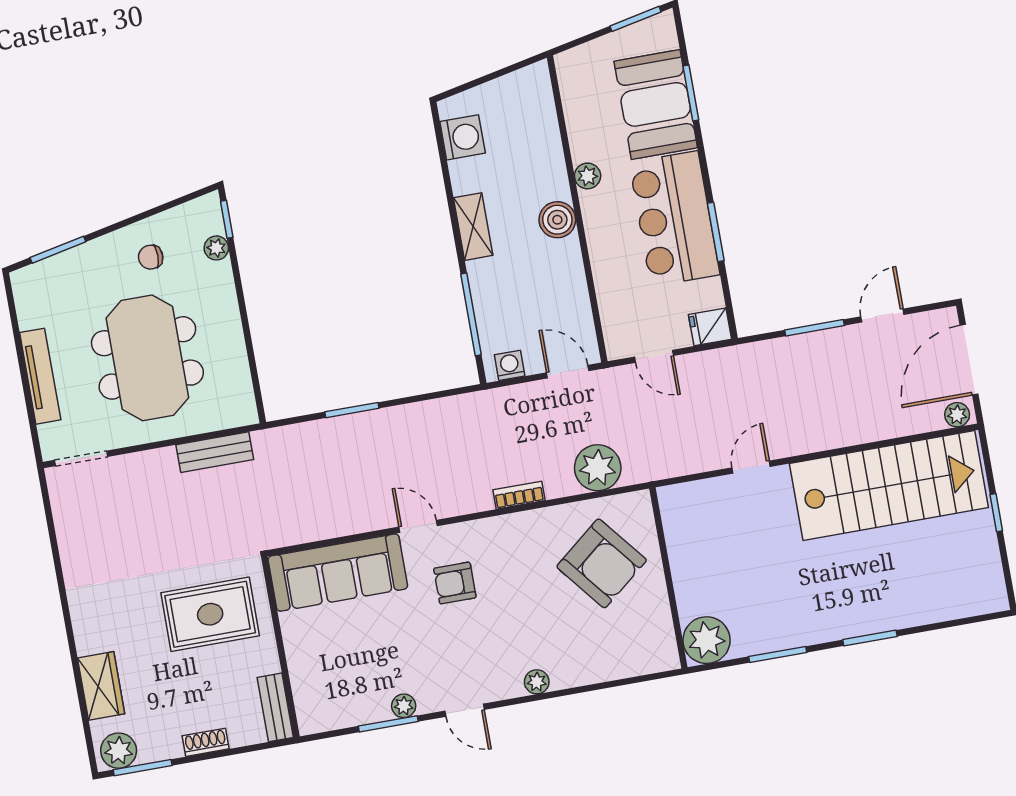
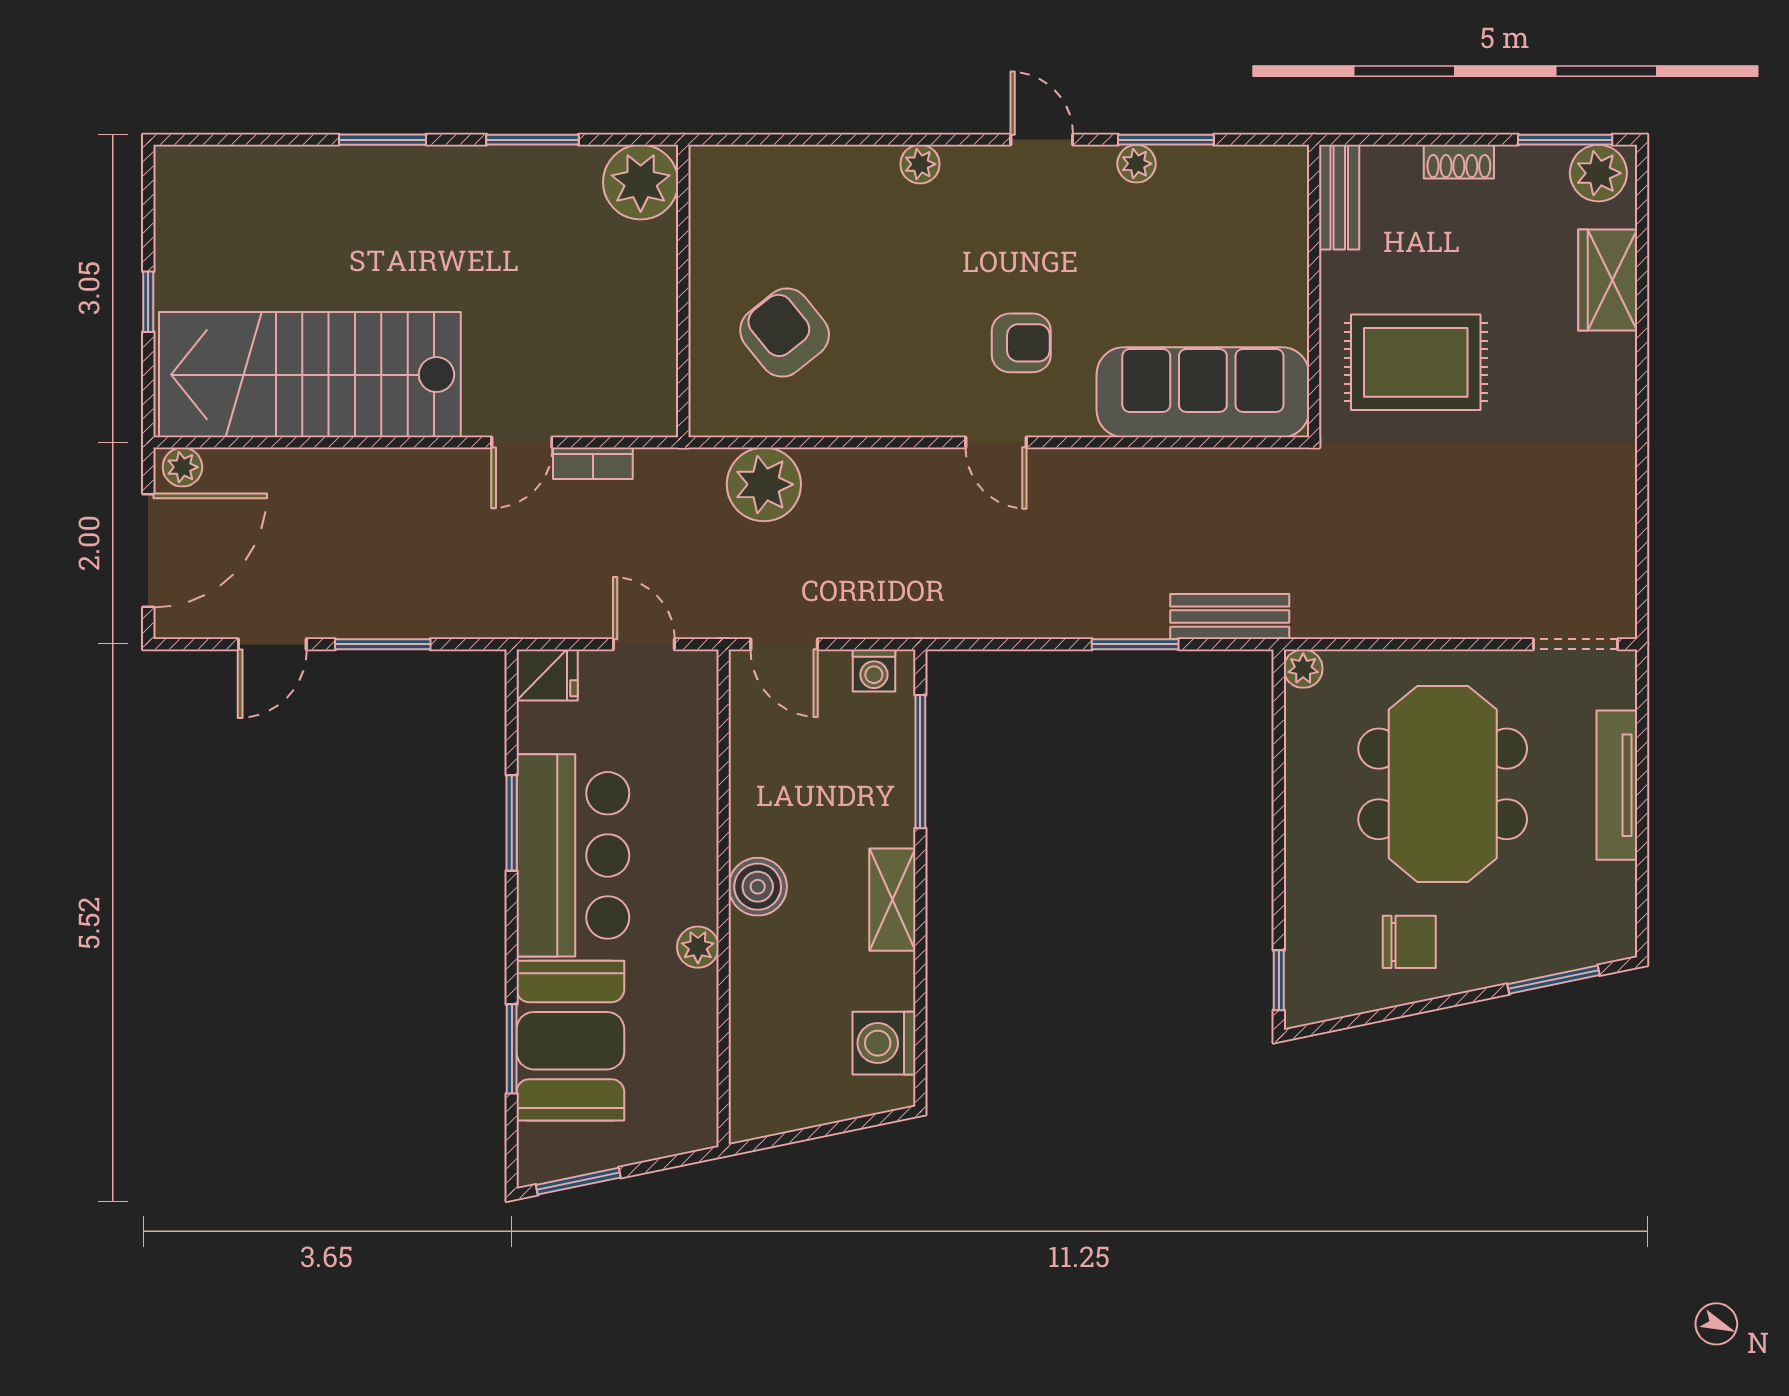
plant: (216, 248) -> (1303, 669), moved
chair: (151, 257) -> (1409, 942), width x1.37, depth x1.37
bench: (215, 452) -> (1230, 617), moved
bookcase: (519, 495) -> (593, 463), moved
door: (418, 526) -> (996, 442), moved
armchair: (602, 563) -> (785, 333), width x0.73, depth x0.73

